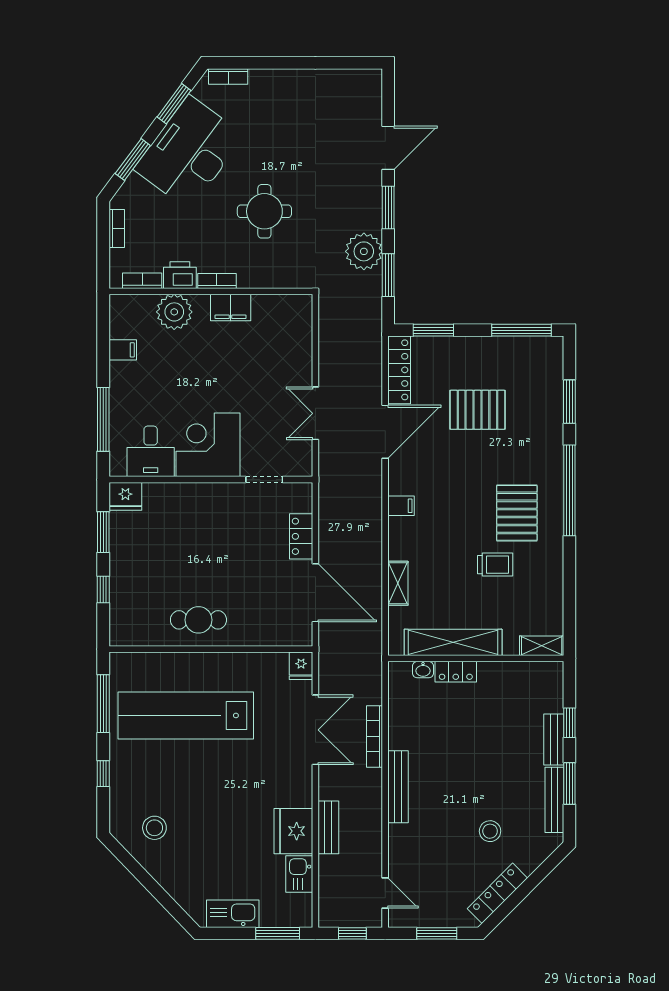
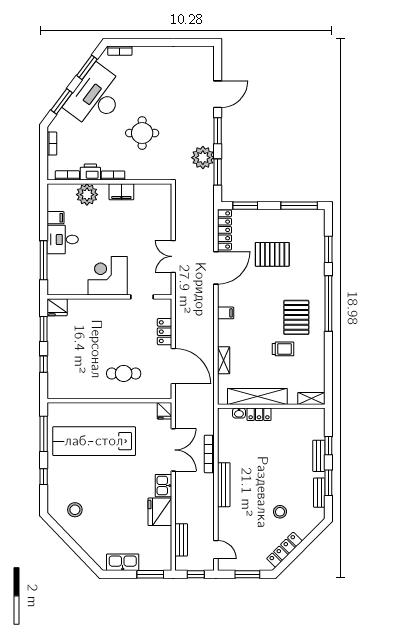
desk: (151, 451) -> (63, 239), moved, turned 90
cafe table: (198, 620) -> (124, 373), moved
bench: (554, 800) -> (319, 493), width x0.73
bench: (328, 827) -> (181, 540), moved
kitchen sink: (299, 874) -> (163, 486), moved

